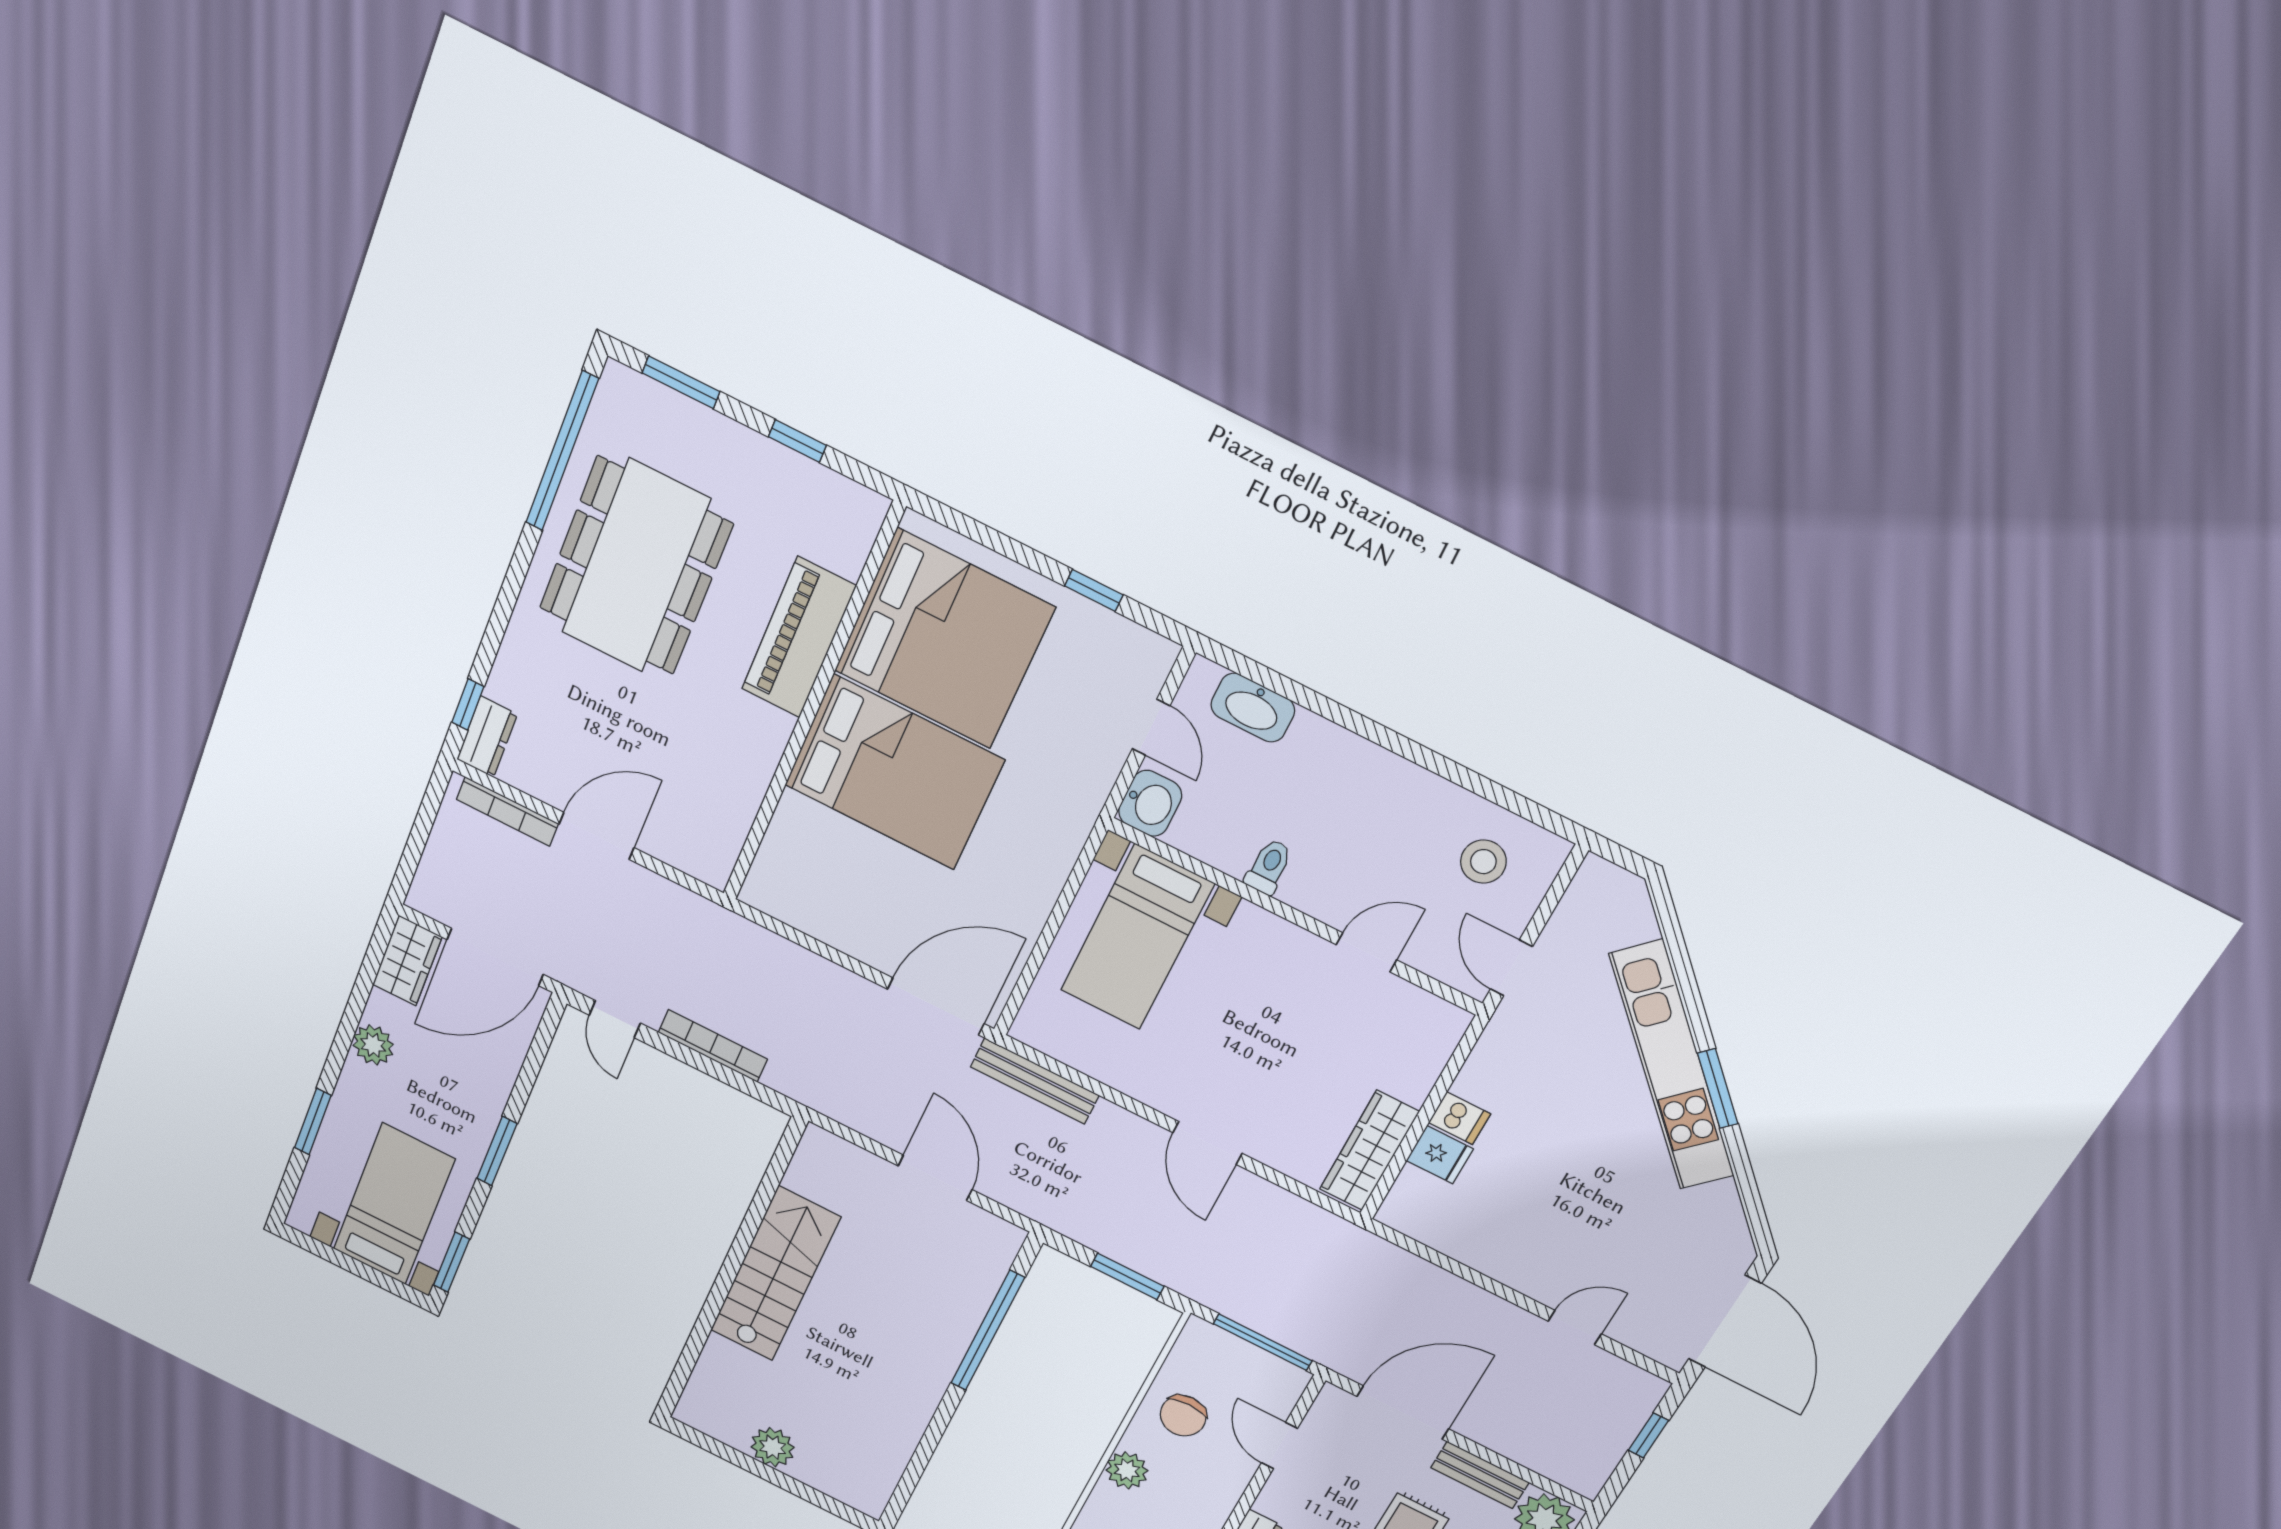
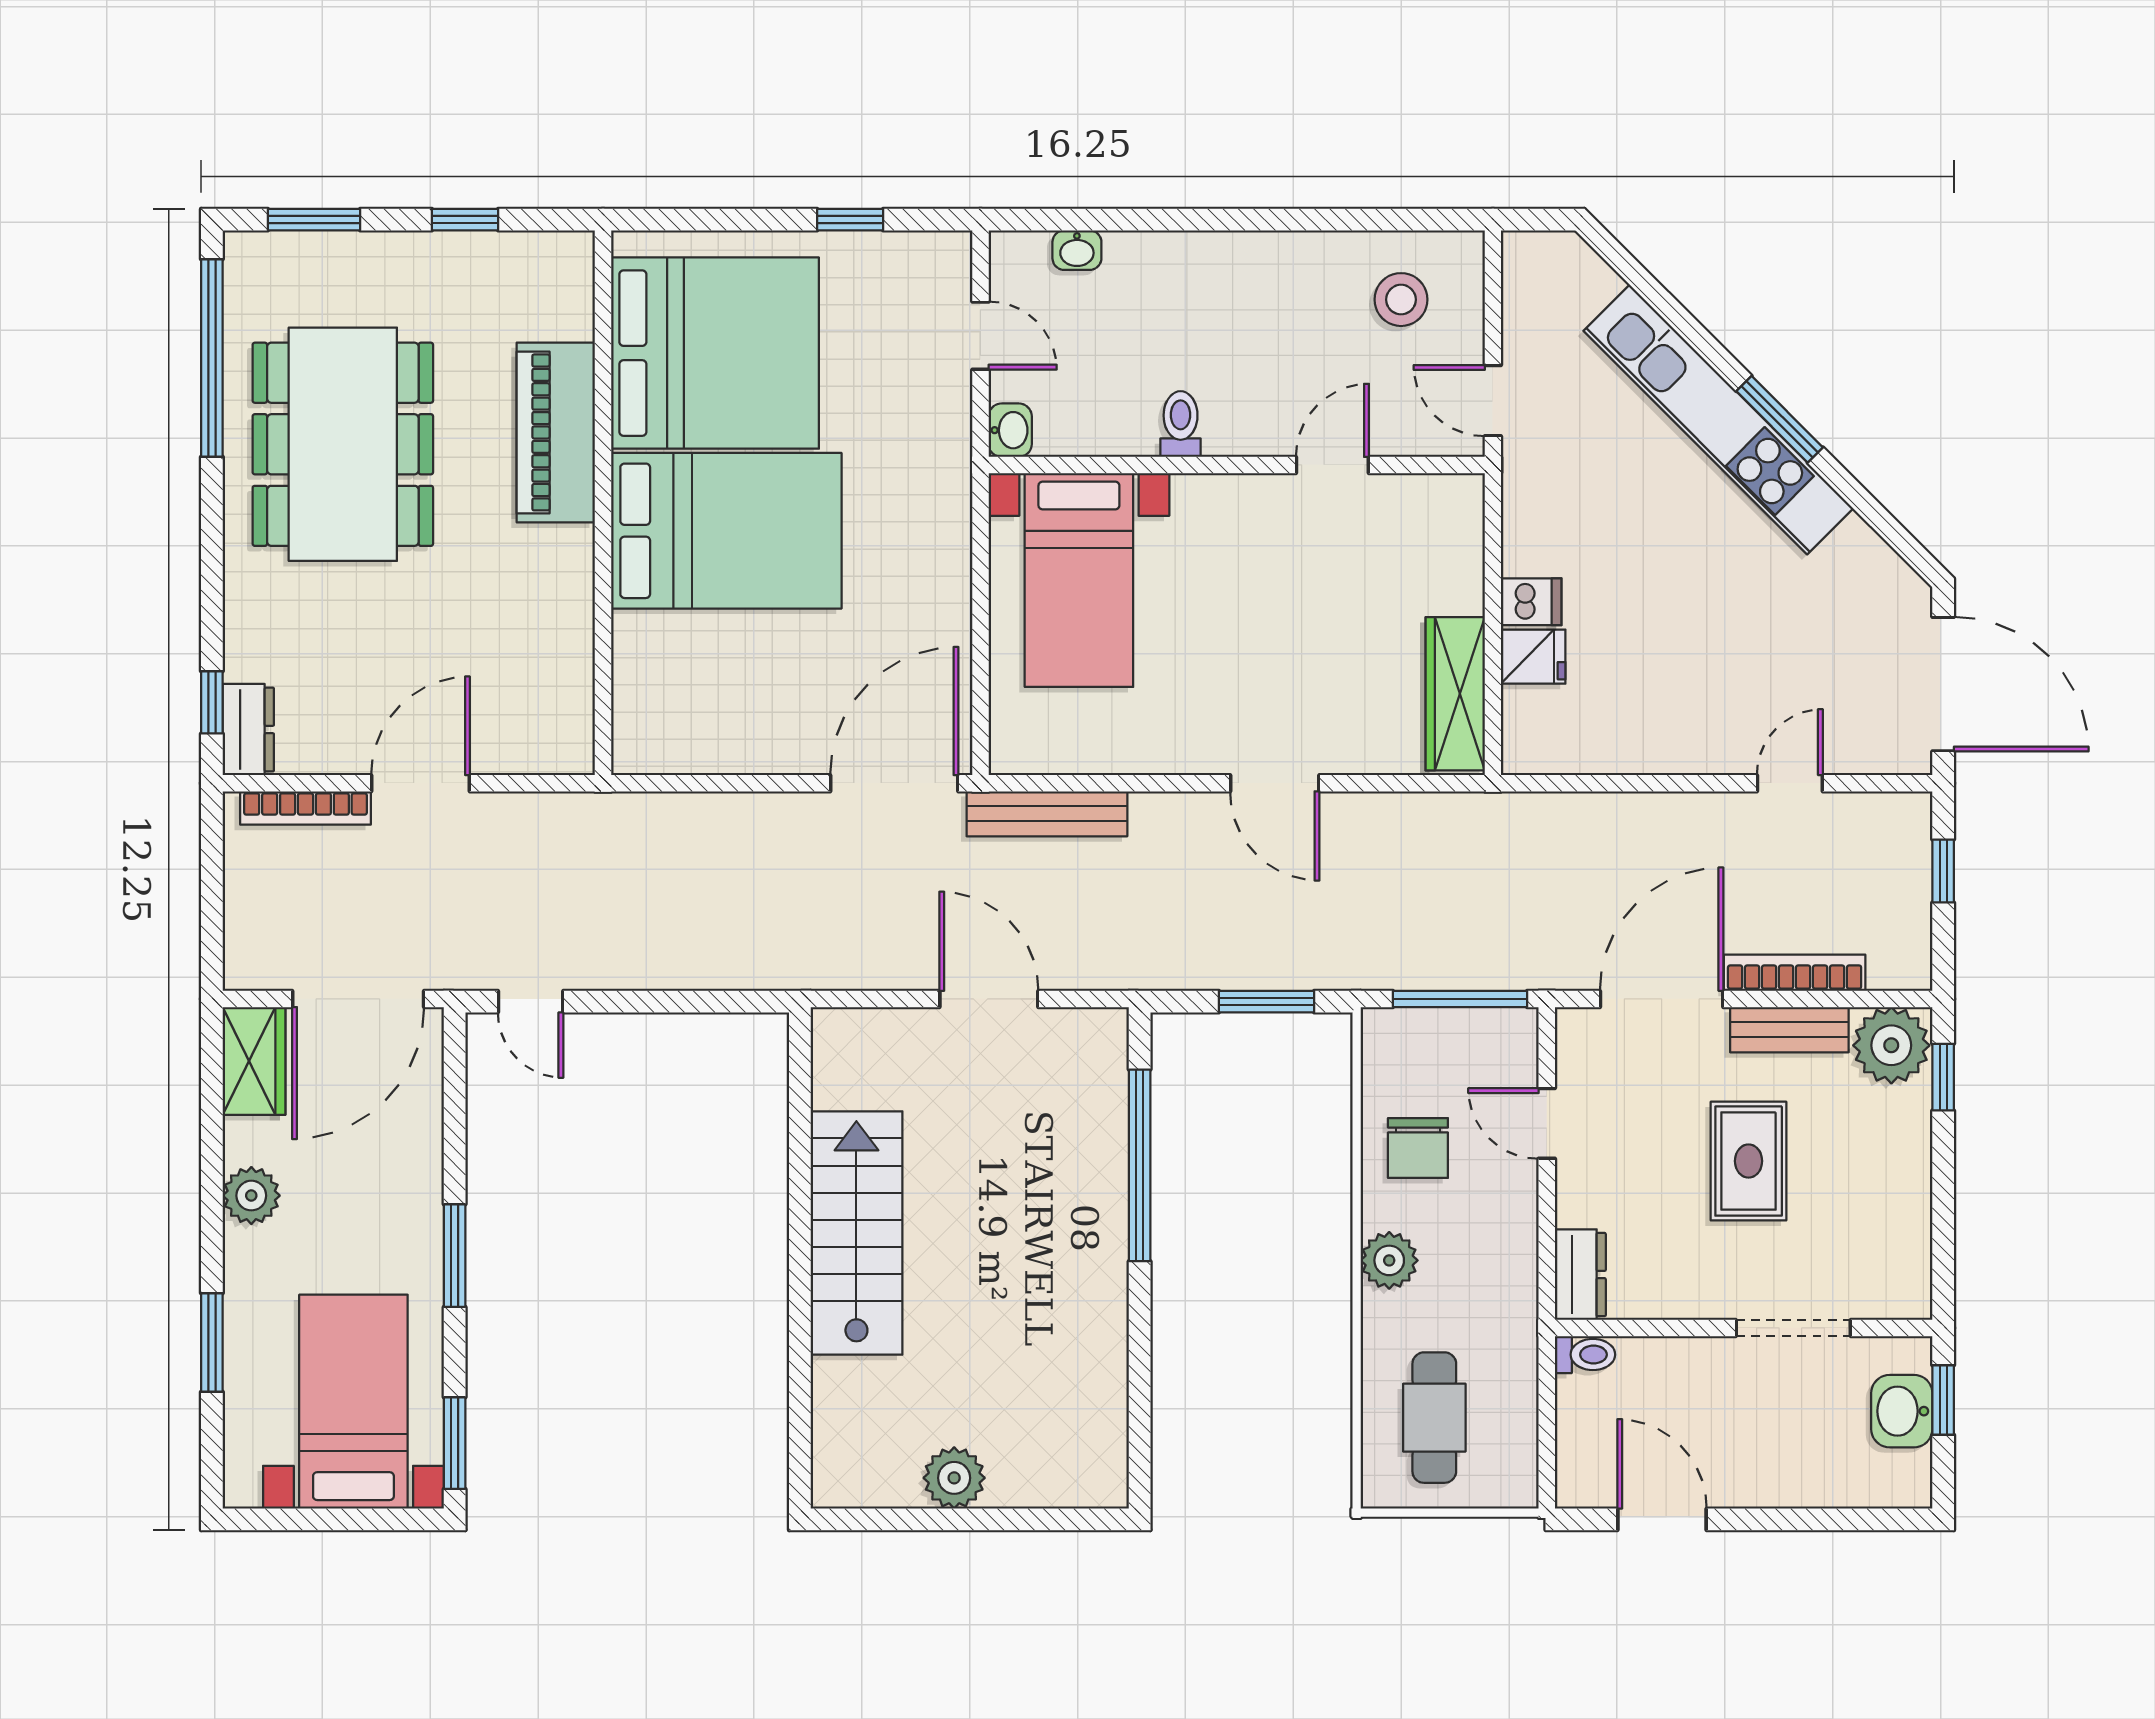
washbasin: (1253, 708) -> (1077, 250), width x0.52, depth x0.69
washbasin: (1150, 803) -> (1010, 430), width x0.72, depth x0.69
bookcase: (713, 1046) -> (1795, 973), moved

